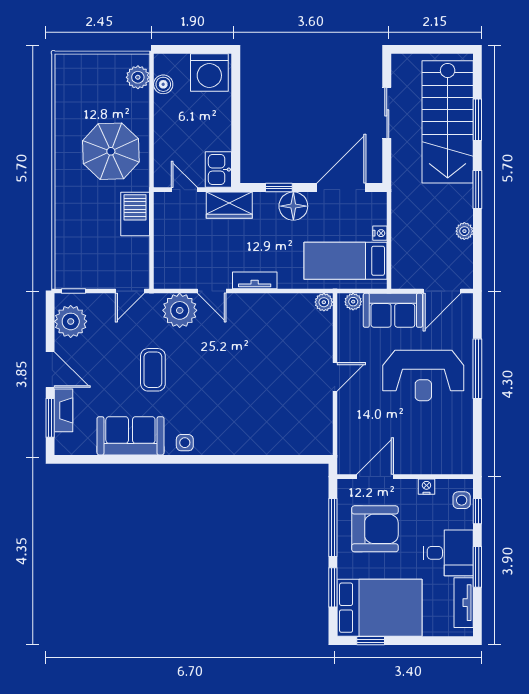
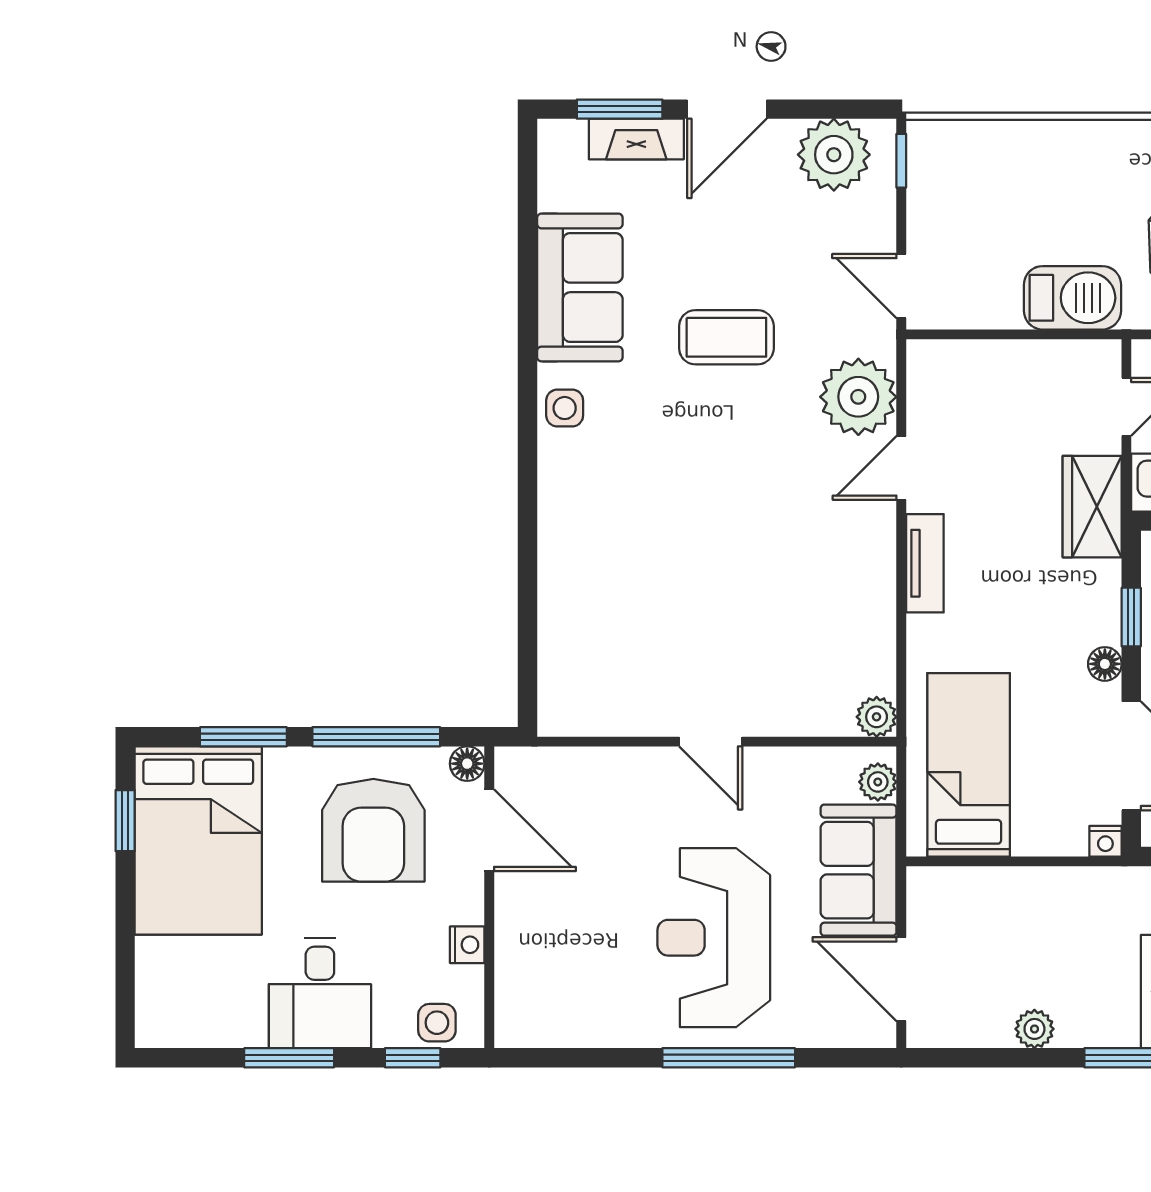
floor lamp: (293, 206) -> (1105, 664), width x0.53, depth x0.53
nightstand: (380, 233) -> (1105, 841), moved
floor lamp: (345, 487) -> (467, 764), added
tv unit: (464, 603) -> (210, 1027), removed

